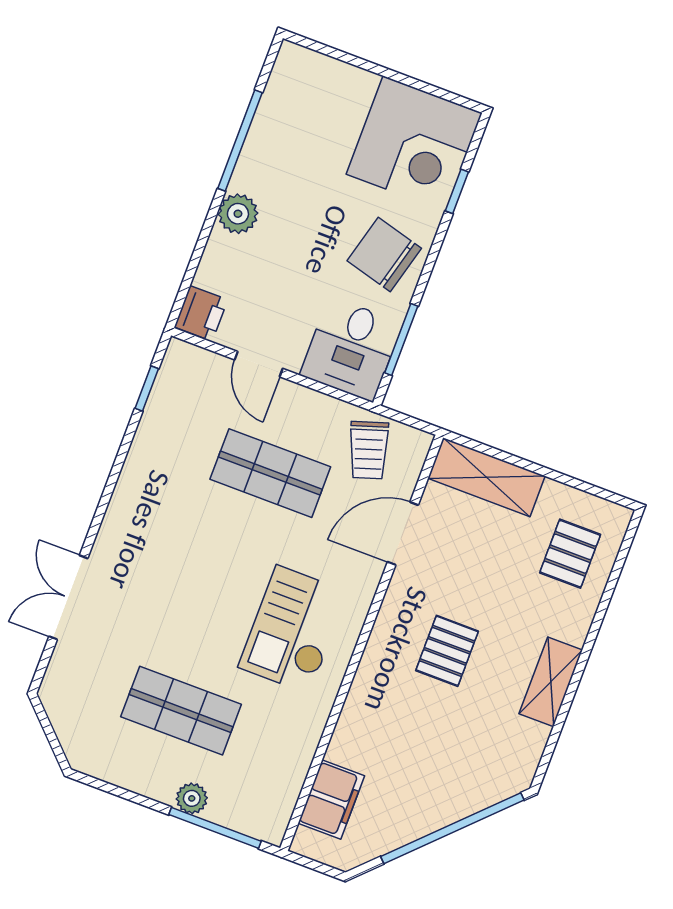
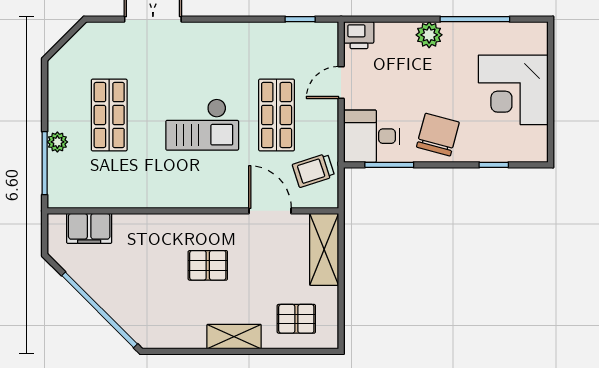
corner desk: (414, 144) -> (513, 90), moved
checkout: (293, 629) -> (202, 124), moved, turned 180
shelving: (551, 682) -> (234, 337), moved

